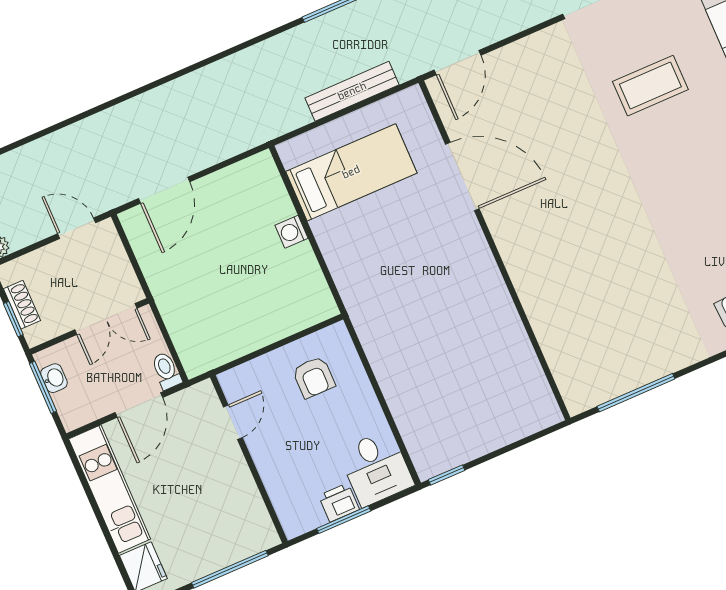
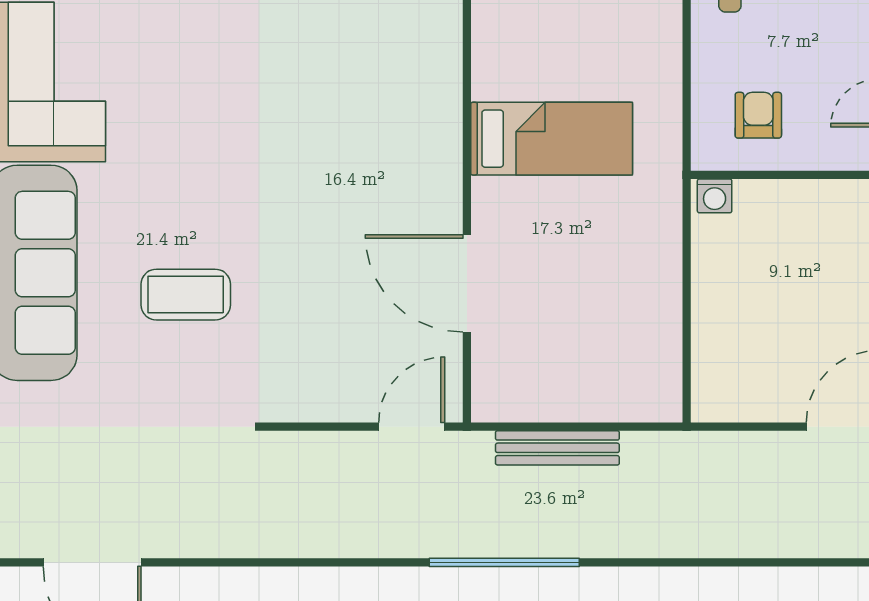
bed: (351, 172) -> (552, 139), moved, turned 180
washing machine: (291, 232) -> (715, 196), moved, turned 90

